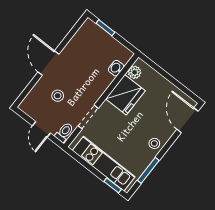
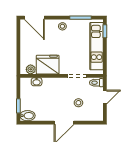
bidet: (87, 29) -> (28, 116), added
door: (188, 120) -> (34, 18), hinge flipped

